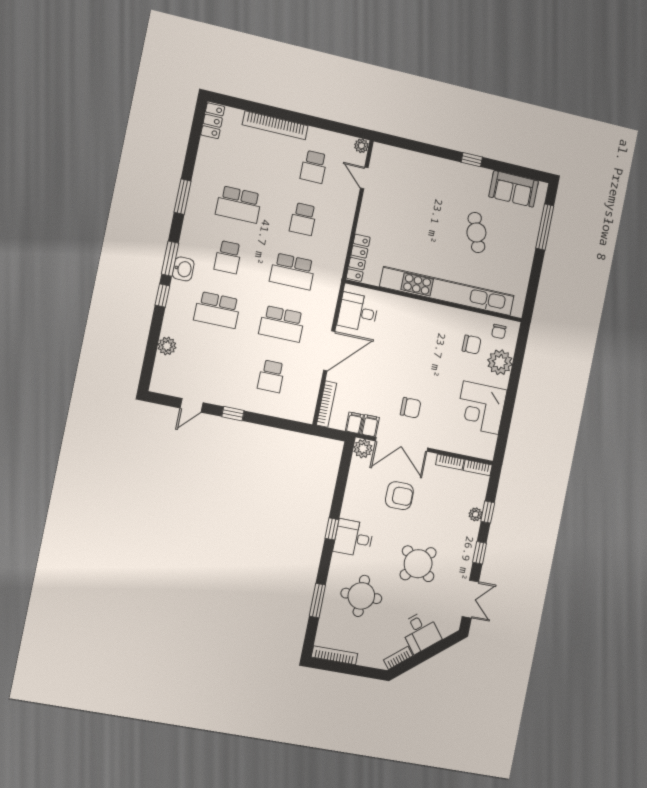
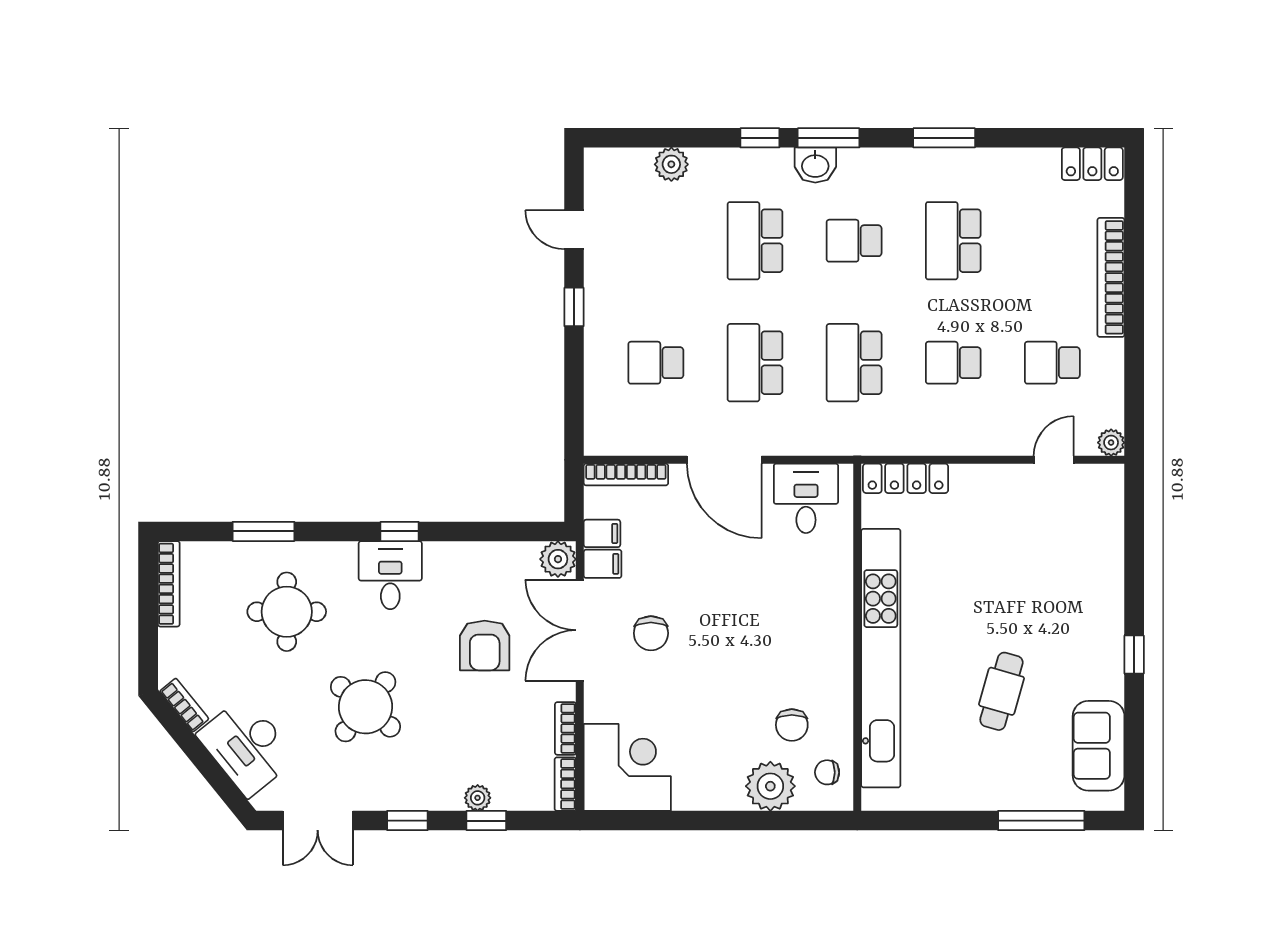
cafe table: (476, 232) -> (1001, 691), turned -55
corner desk: (481, 408) -> (627, 767), moved, turned 90
desk: (420, 632) -> (247, 746), width x1.37

